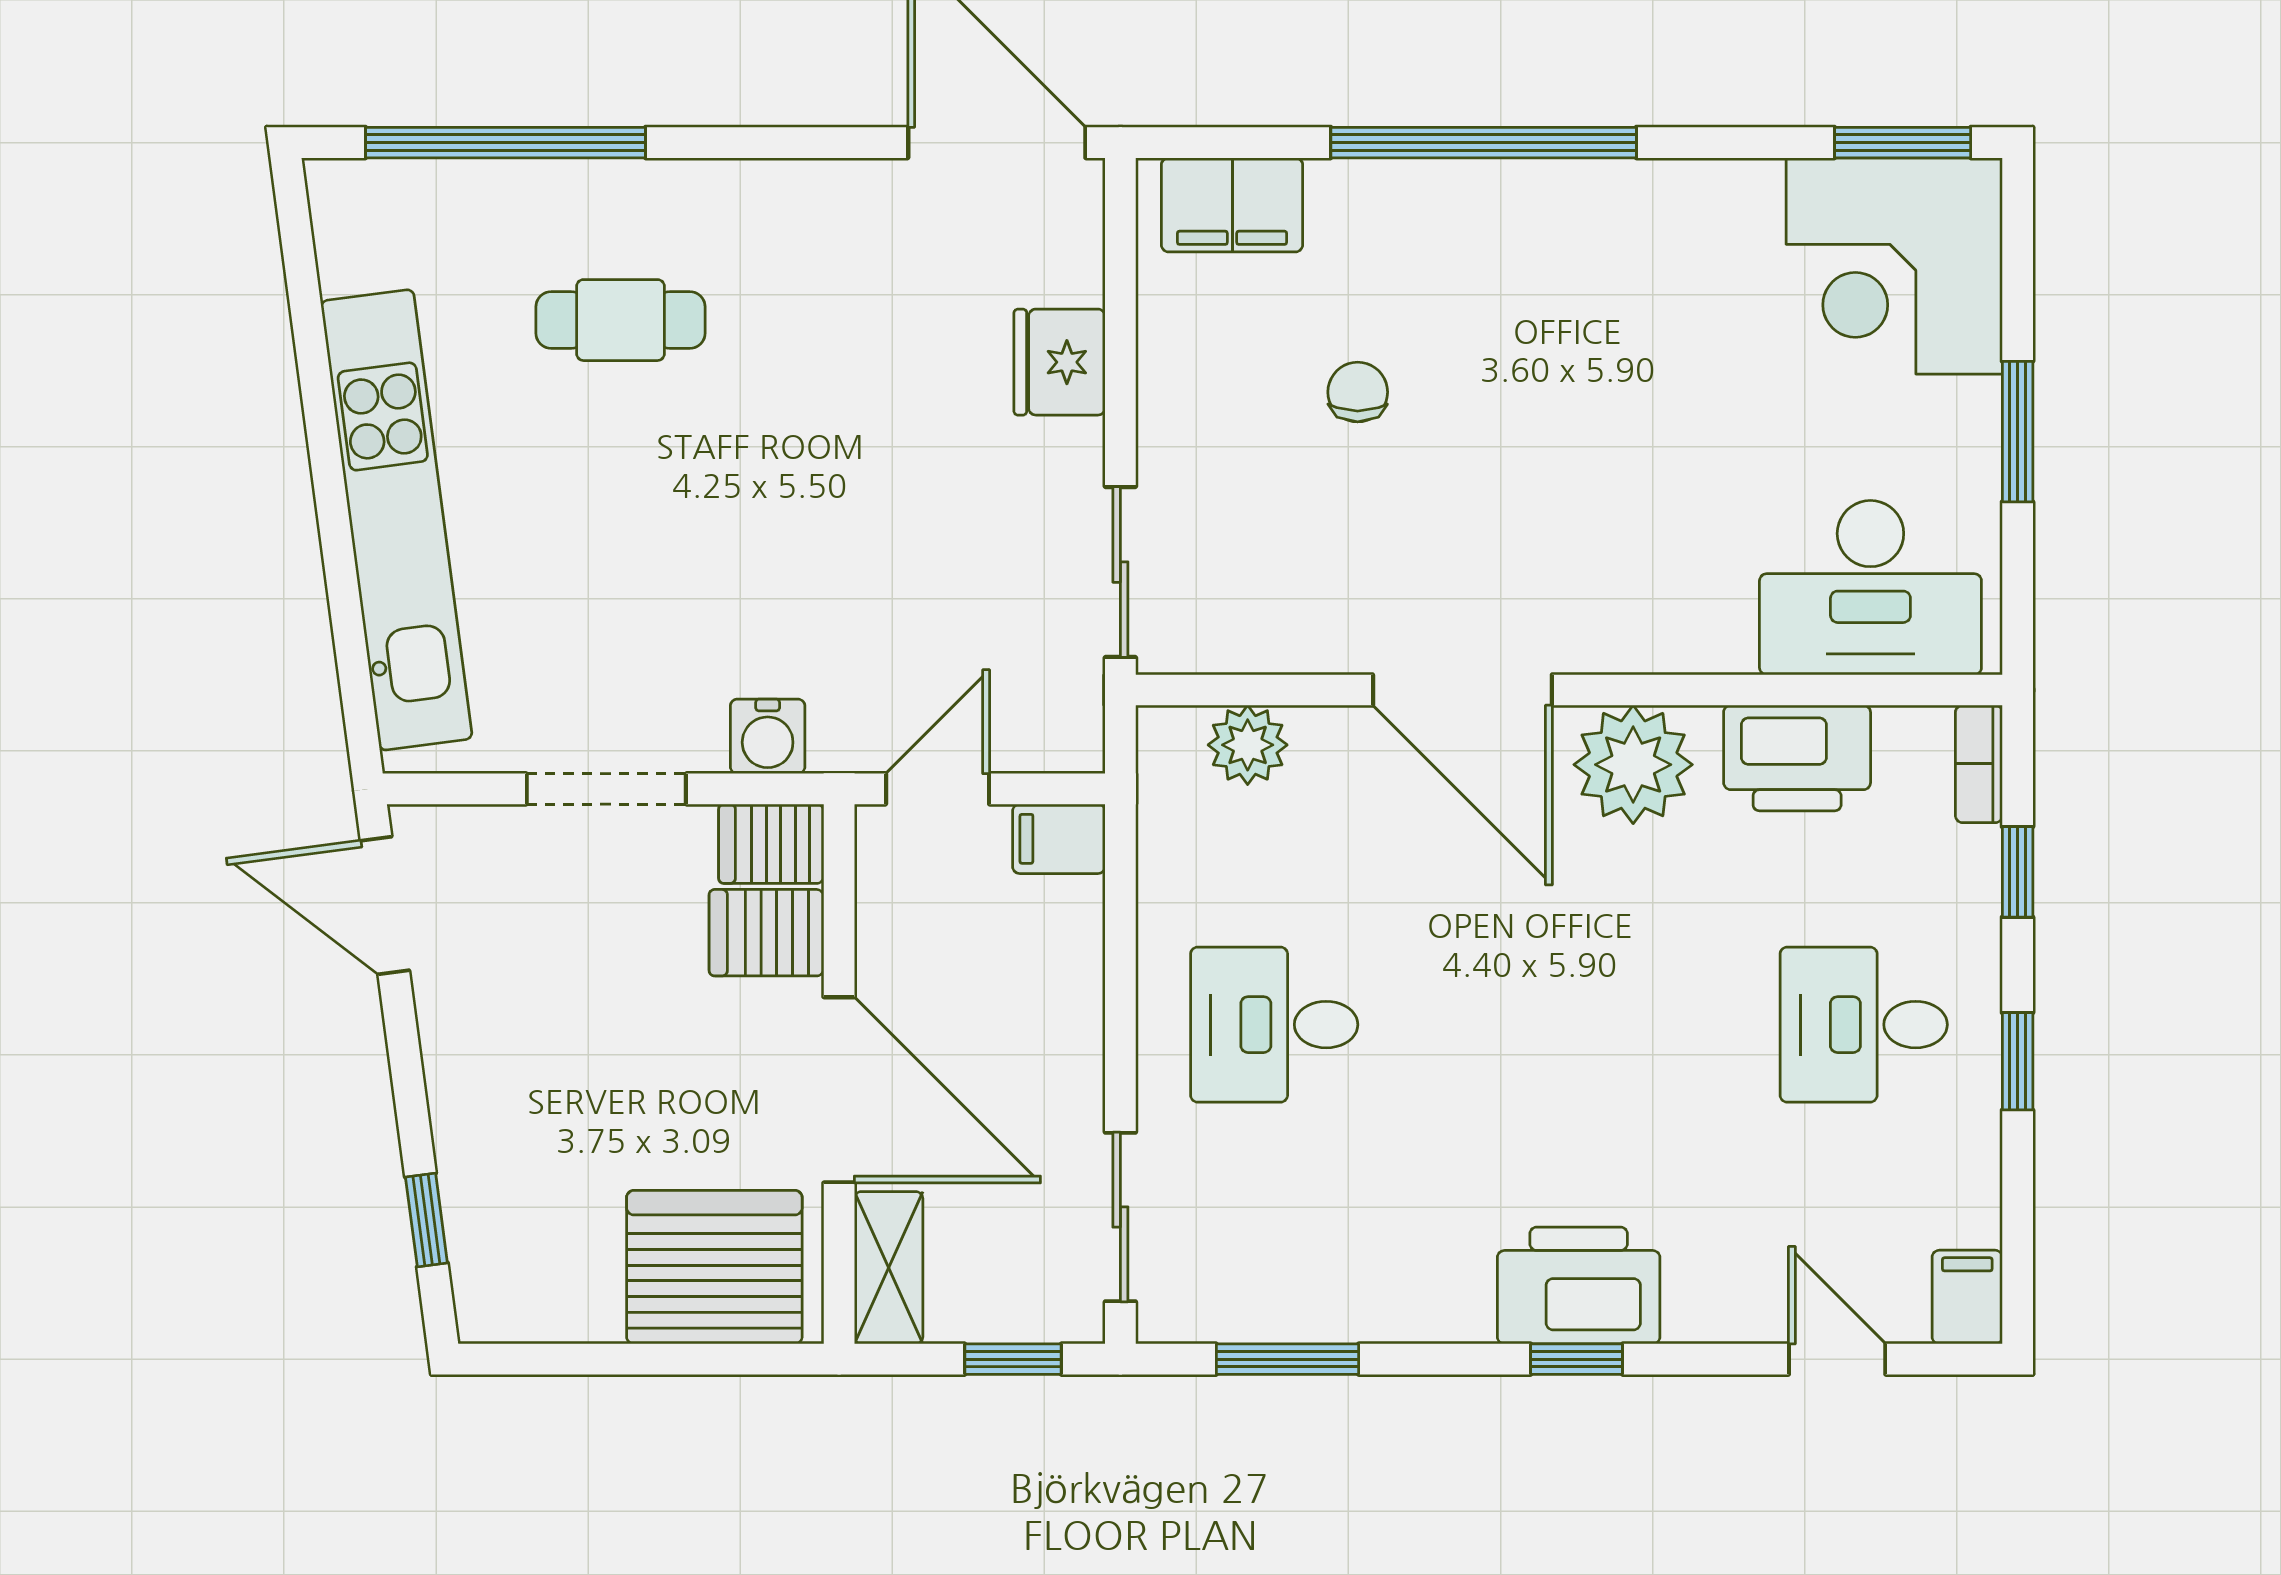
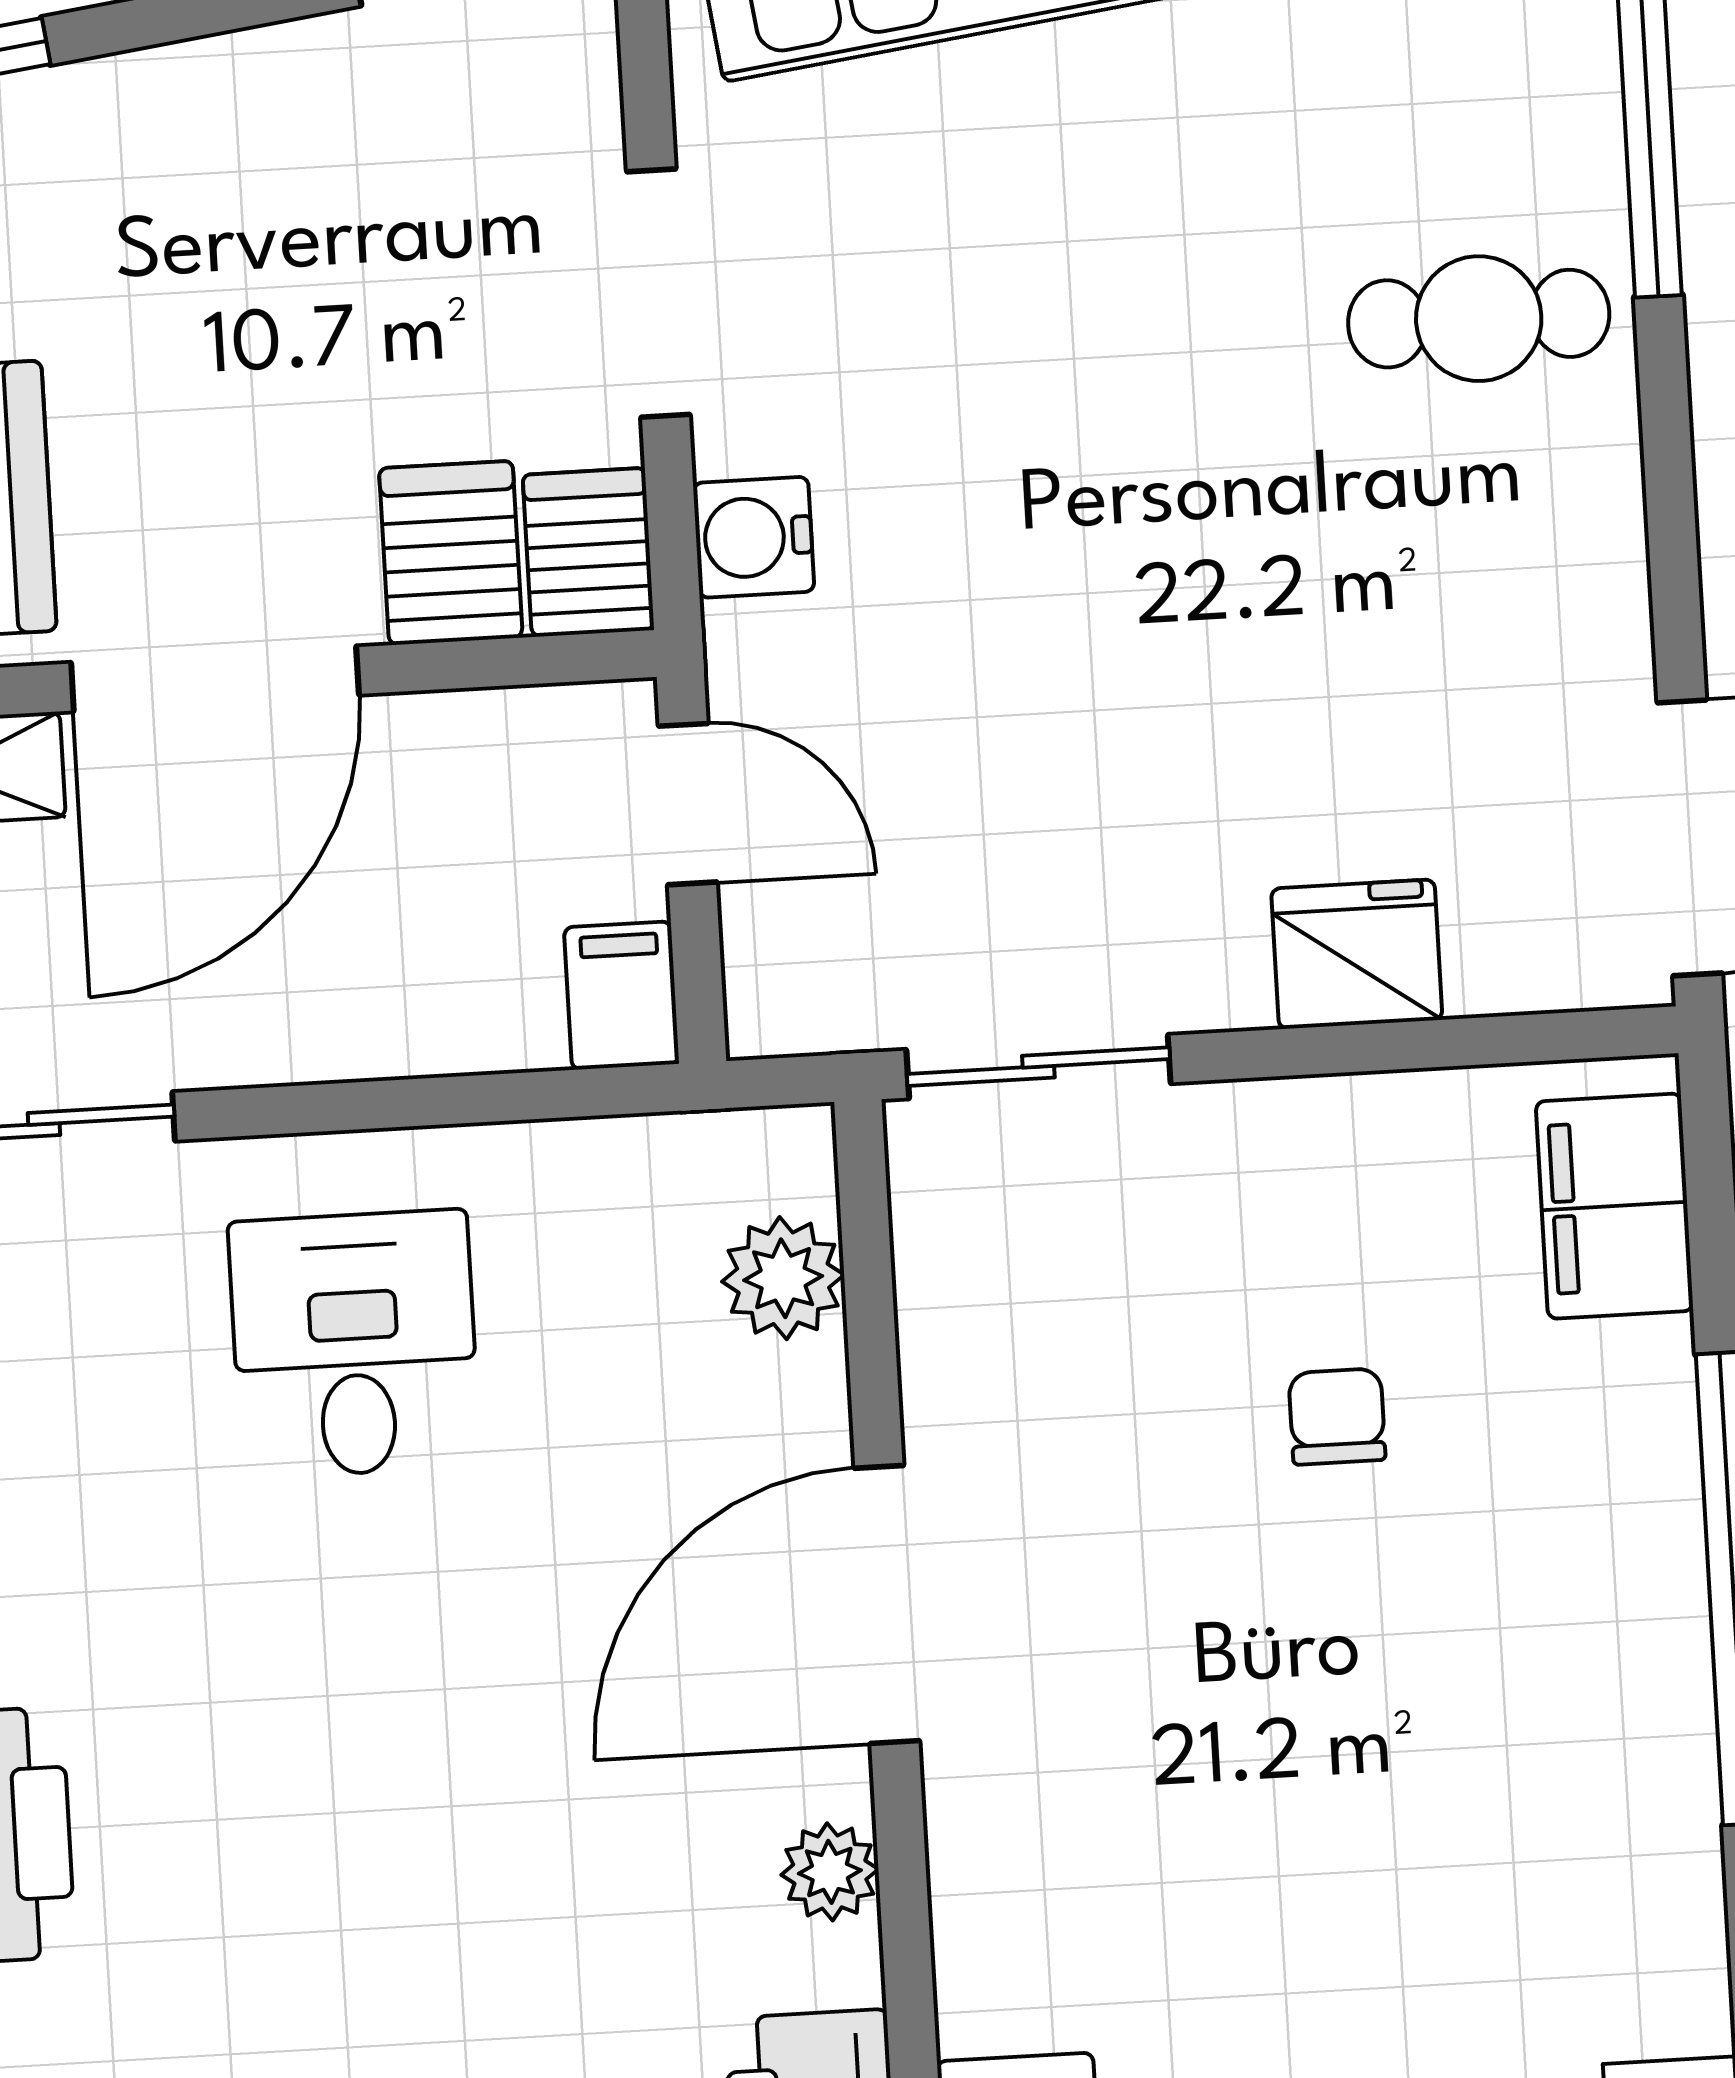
cafe table: (620, 320) -> (1479, 319), moved, turned 90
chair: (1358, 392) -> (1337, 1416), turned -90
plant: (1633, 765) -> (830, 1872), width x0.53, depth x0.53

